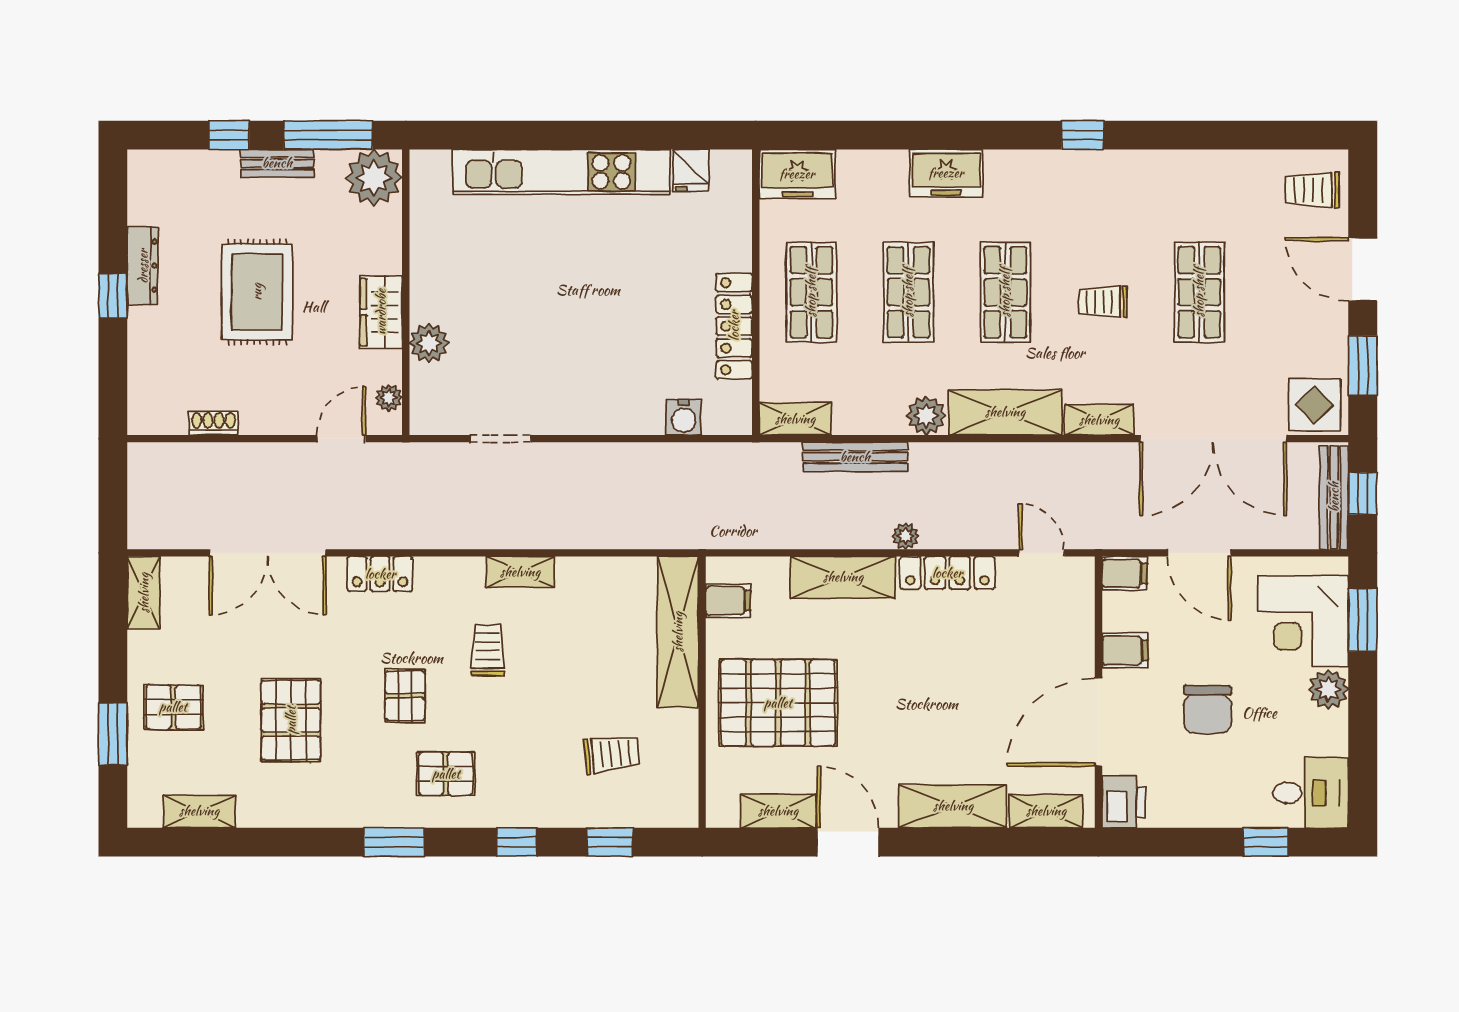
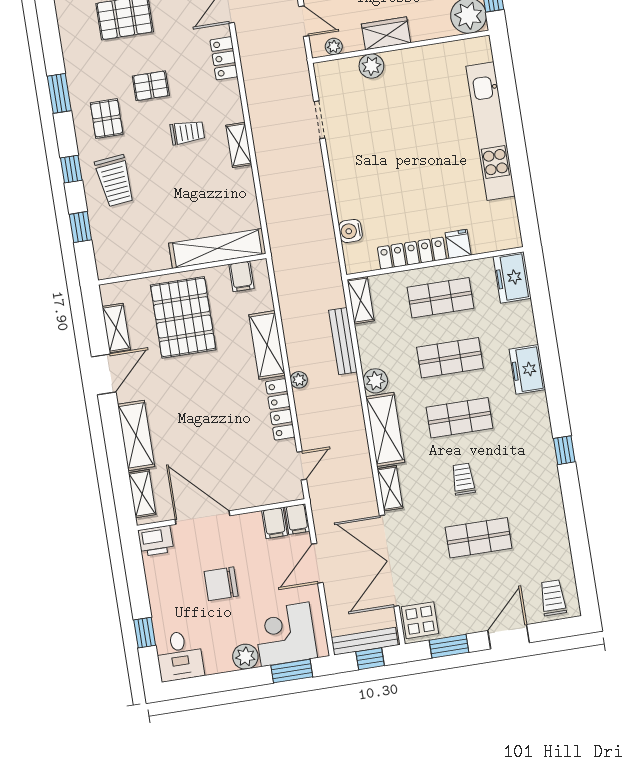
fridge: (691, 170) -> (458, 244), moved, turned 90
filing cabinet: (1125, 650) -> (274, 523), moved
trolley: (612, 754) -> (115, 181), moved, width x1.36, depth x1.39

